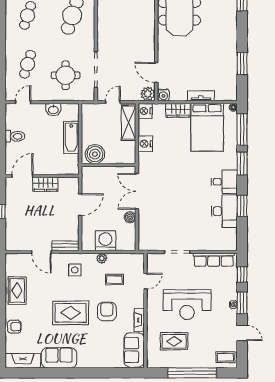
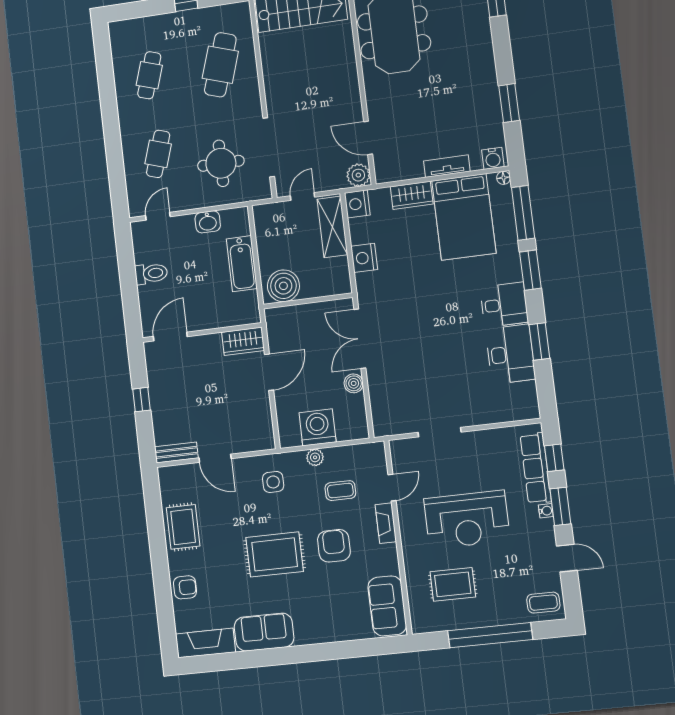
water cooler: (163, 95) -> (493, 158), moved
wardrobe: (46, 184) -> (243, 341), moved
bench: (65, 246) -> (176, 452), moved
row of seats: (214, 260) -> (536, 468), moved, turned 90
fireplace: (139, 320) -> (386, 523), moved

